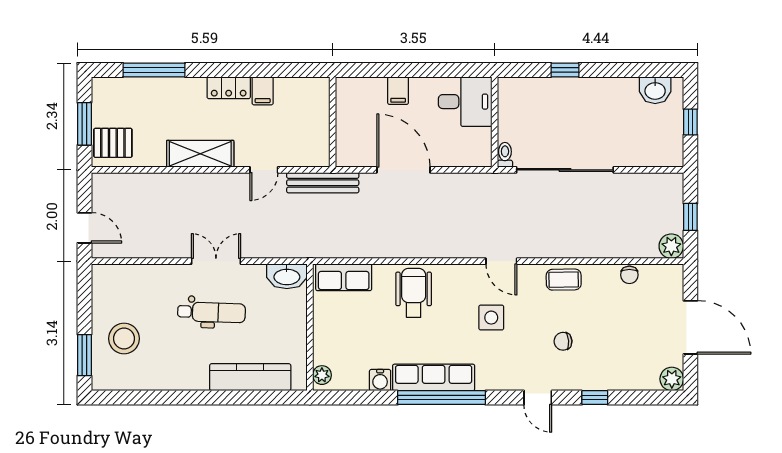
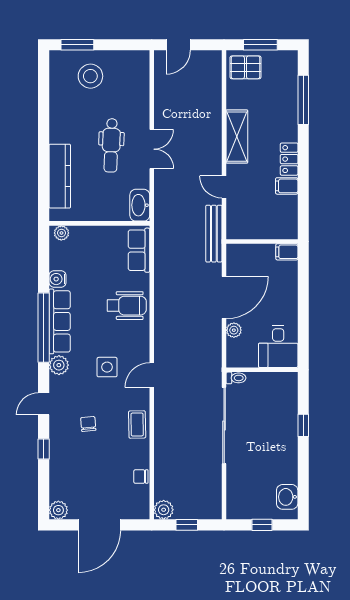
filing cabinet: (398, 91) -> (287, 252), moved
pallet: (113, 143) -> (245, 67), turned 90
plant: (445, 158) -> (234, 330), added
plant: (489, 378) -> (59, 365), added

